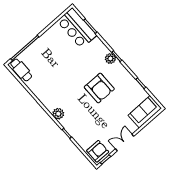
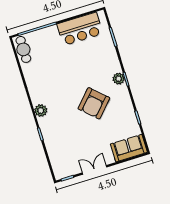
bar counter: (77, 28) -> (80, 29), moved, turned -90
armchair: (99, 88) -> (94, 103), turned 43
armchair: (98, 151) -> (63, 166), removed

